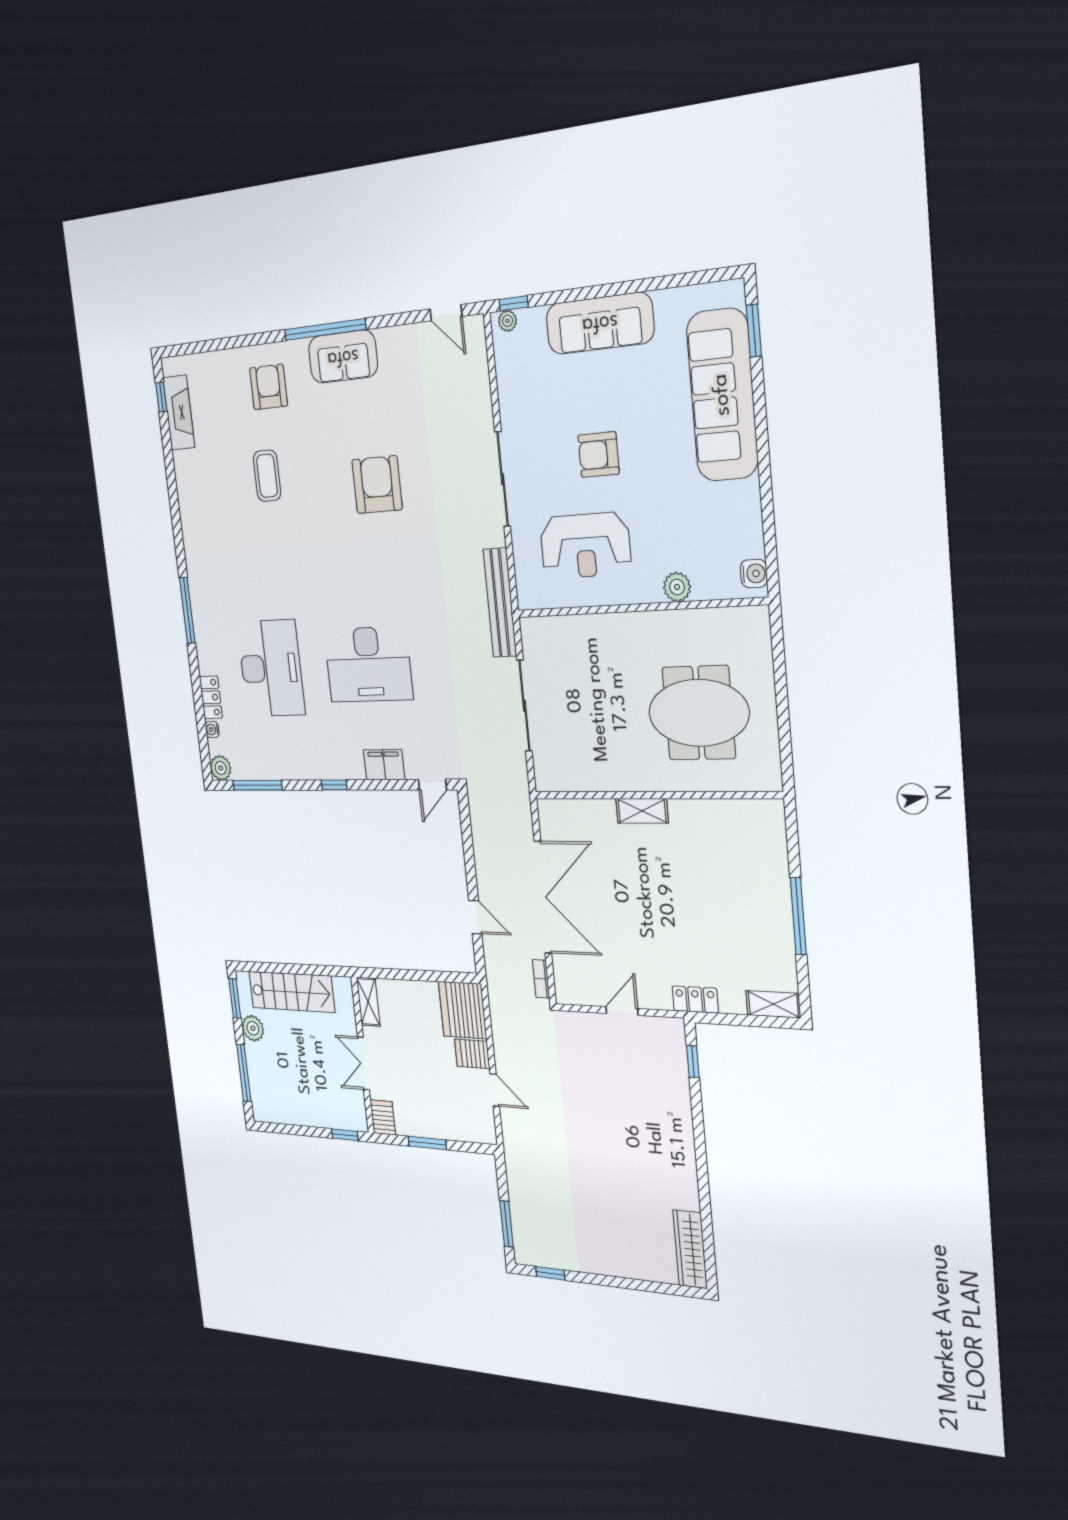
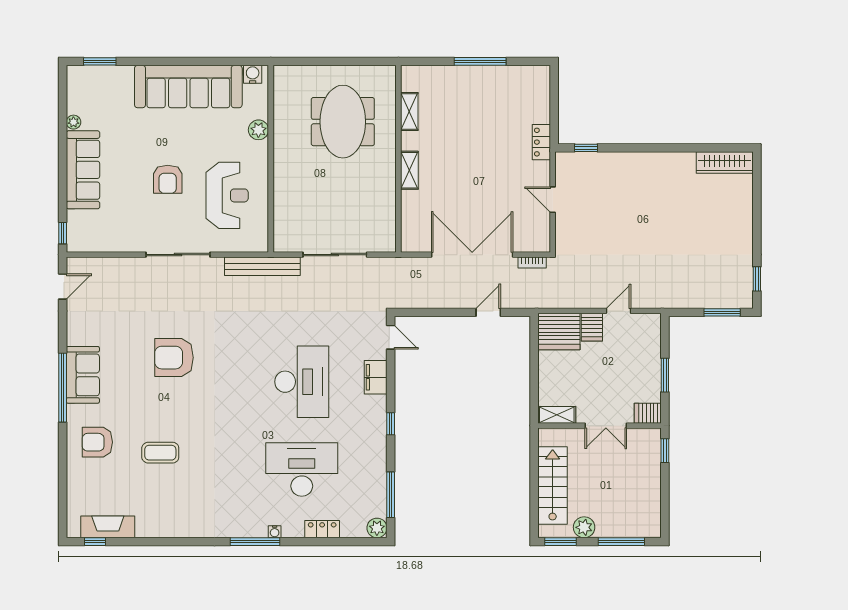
plant: (508, 321) -> (73, 122), moved
sofa: (722, 395) -> (188, 87), moved
water cooler: (212, 730) -> (275, 532), moved
shelving: (773, 1004) -> (409, 112), moved

